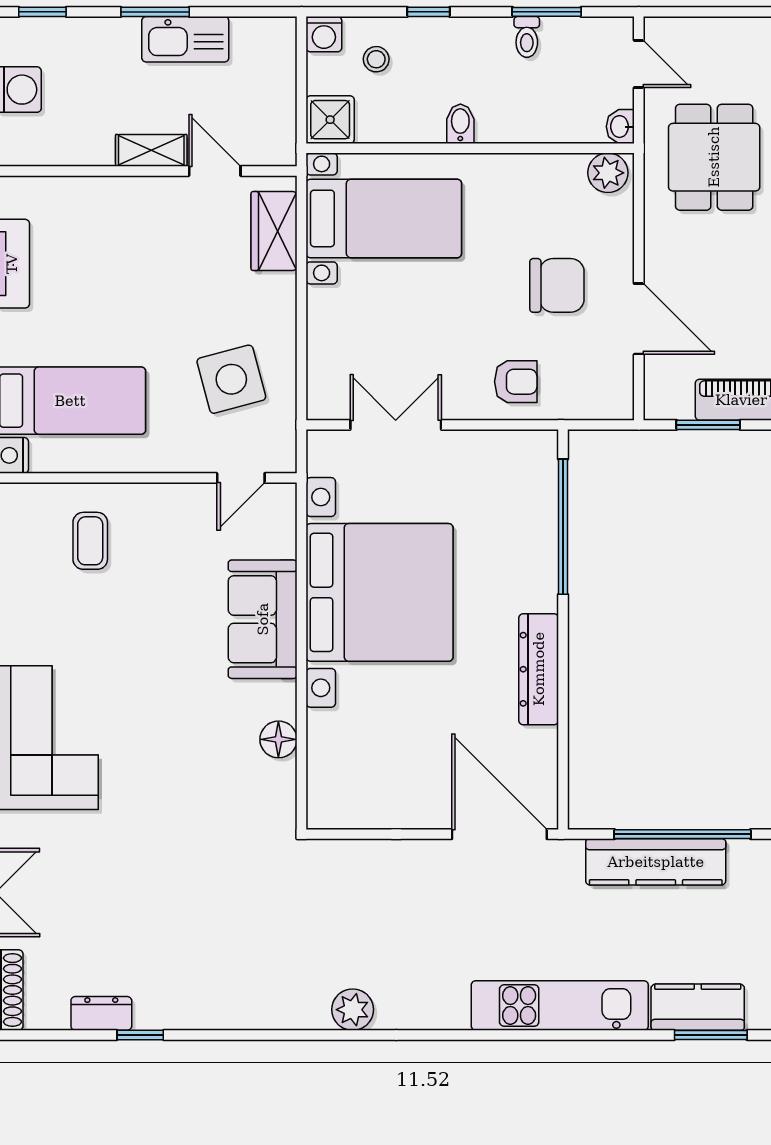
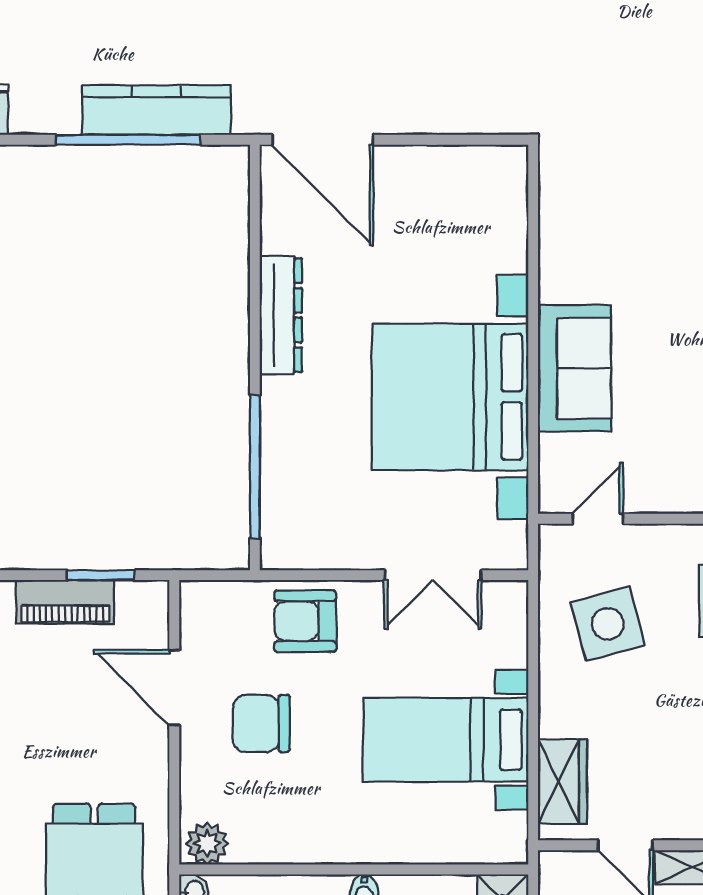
bed with nightstands: (384, 218) -> (446, 740), moved
armchair: (516, 382) -> (305, 621), width x1.38, depth x1.38
floor lamp: (278, 739) -> (558, 240), removed

